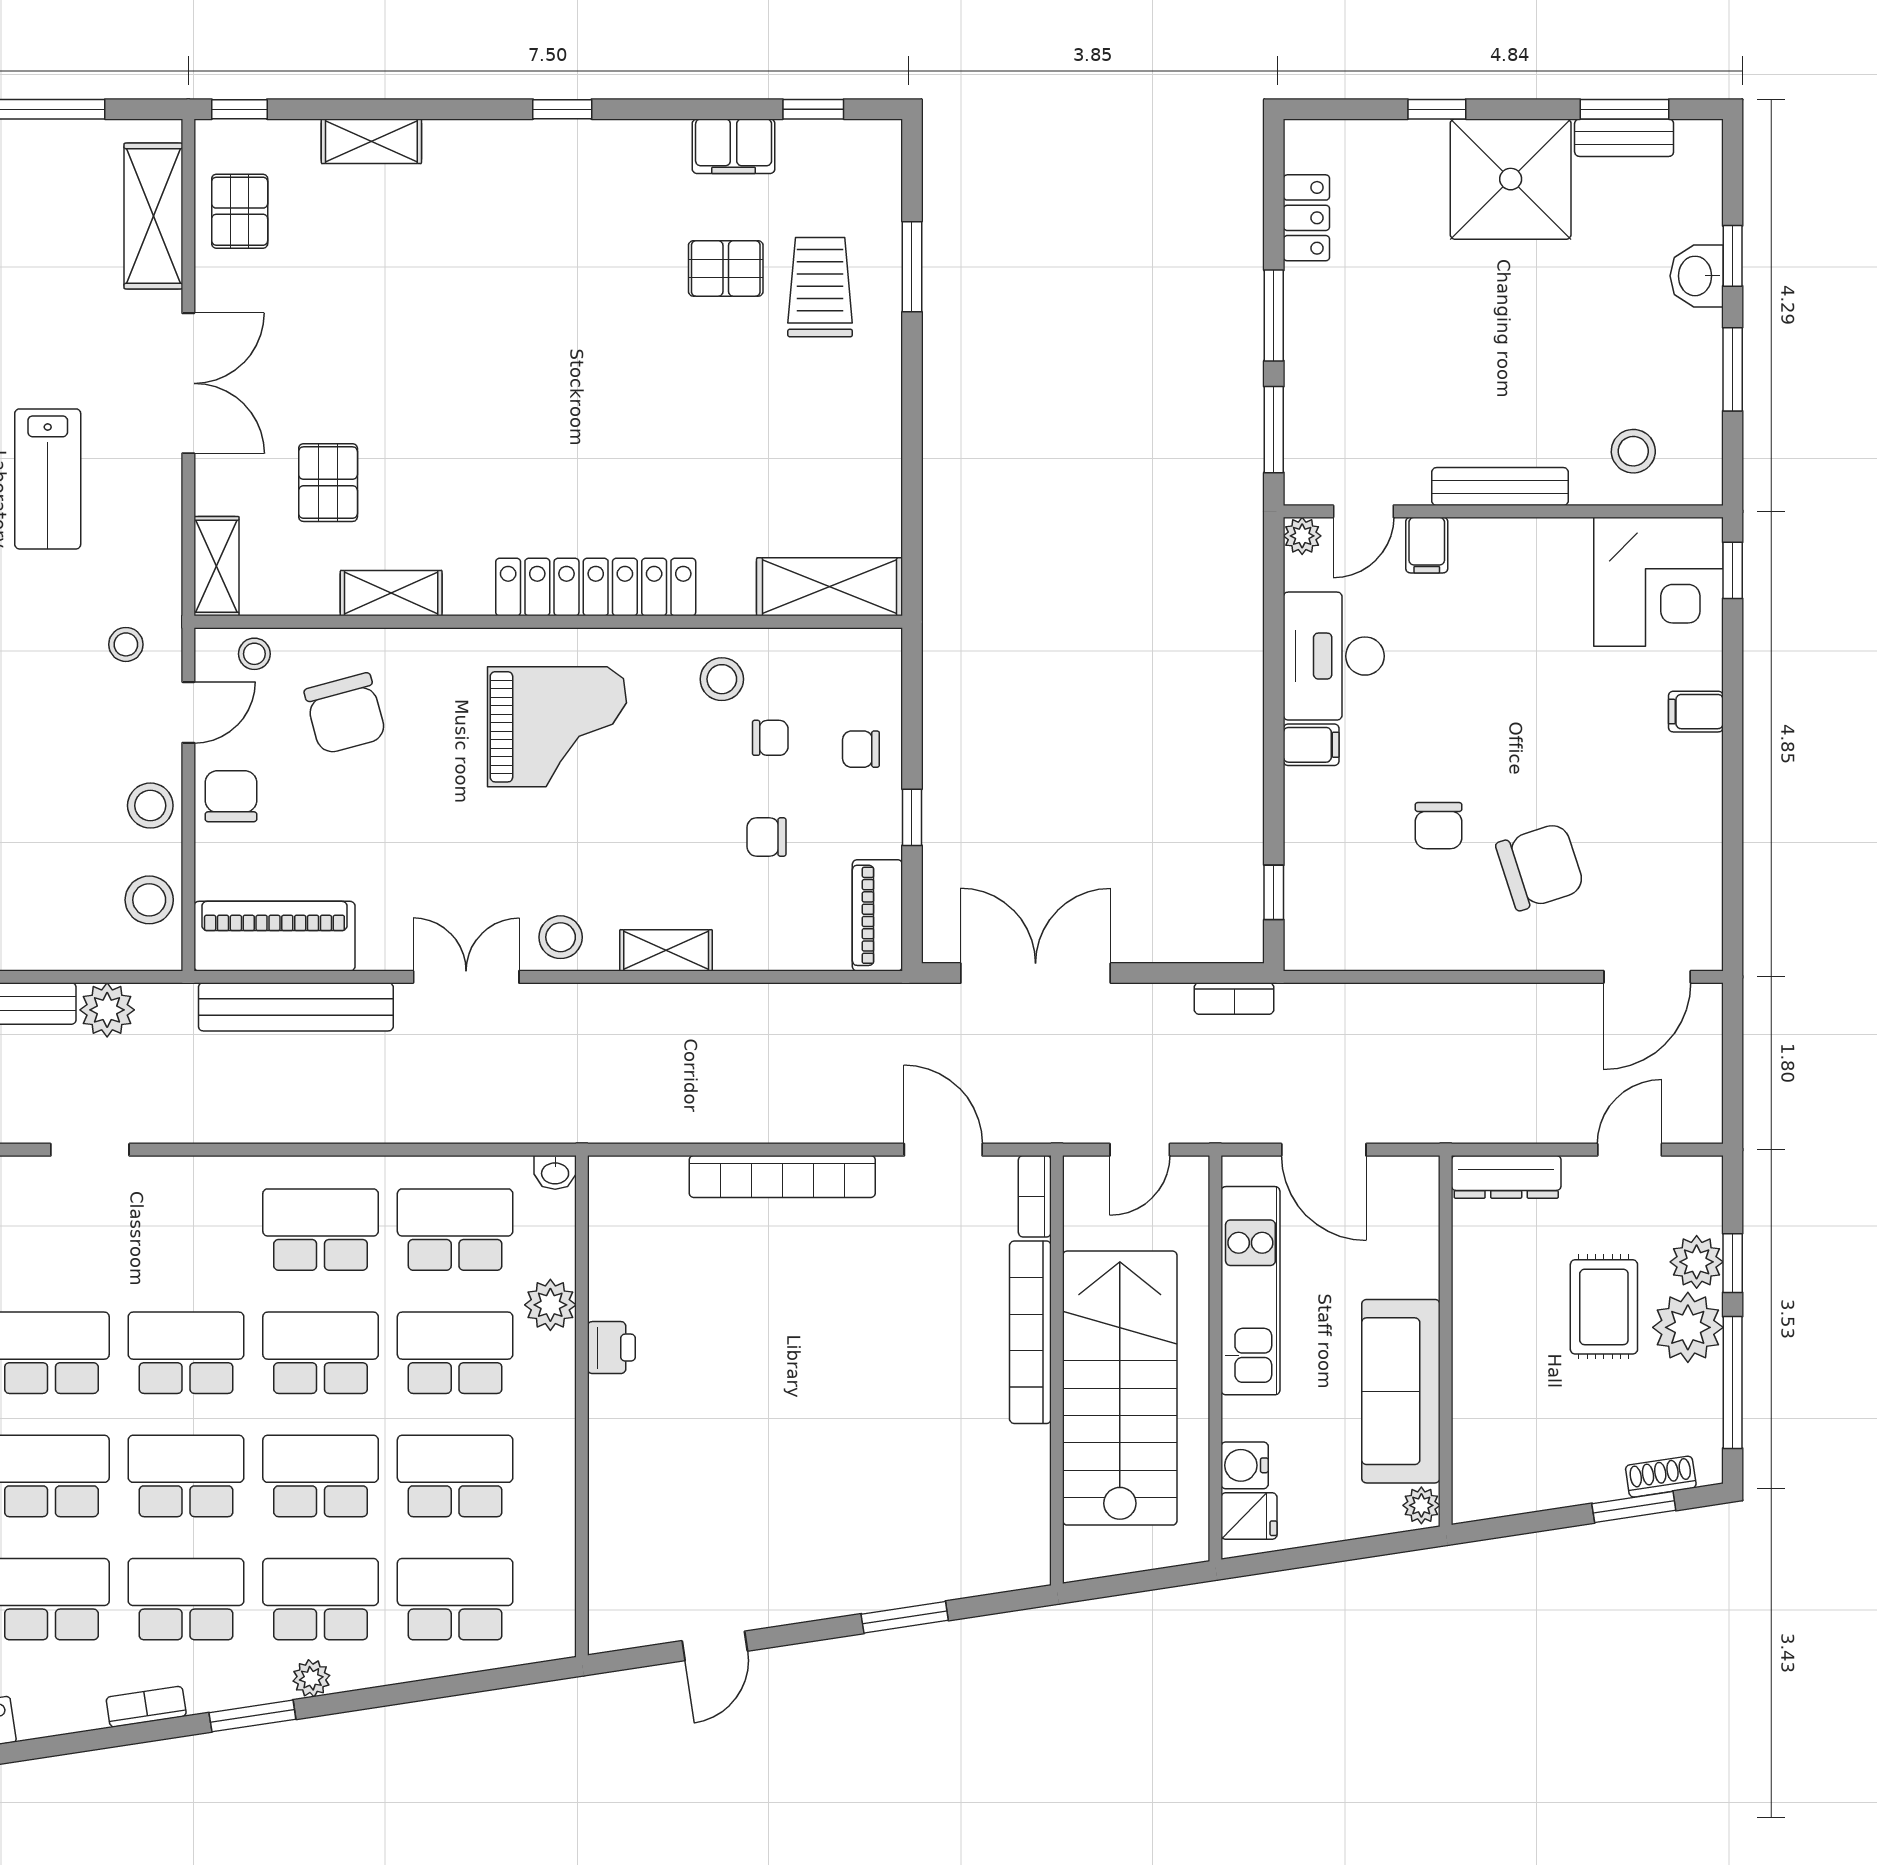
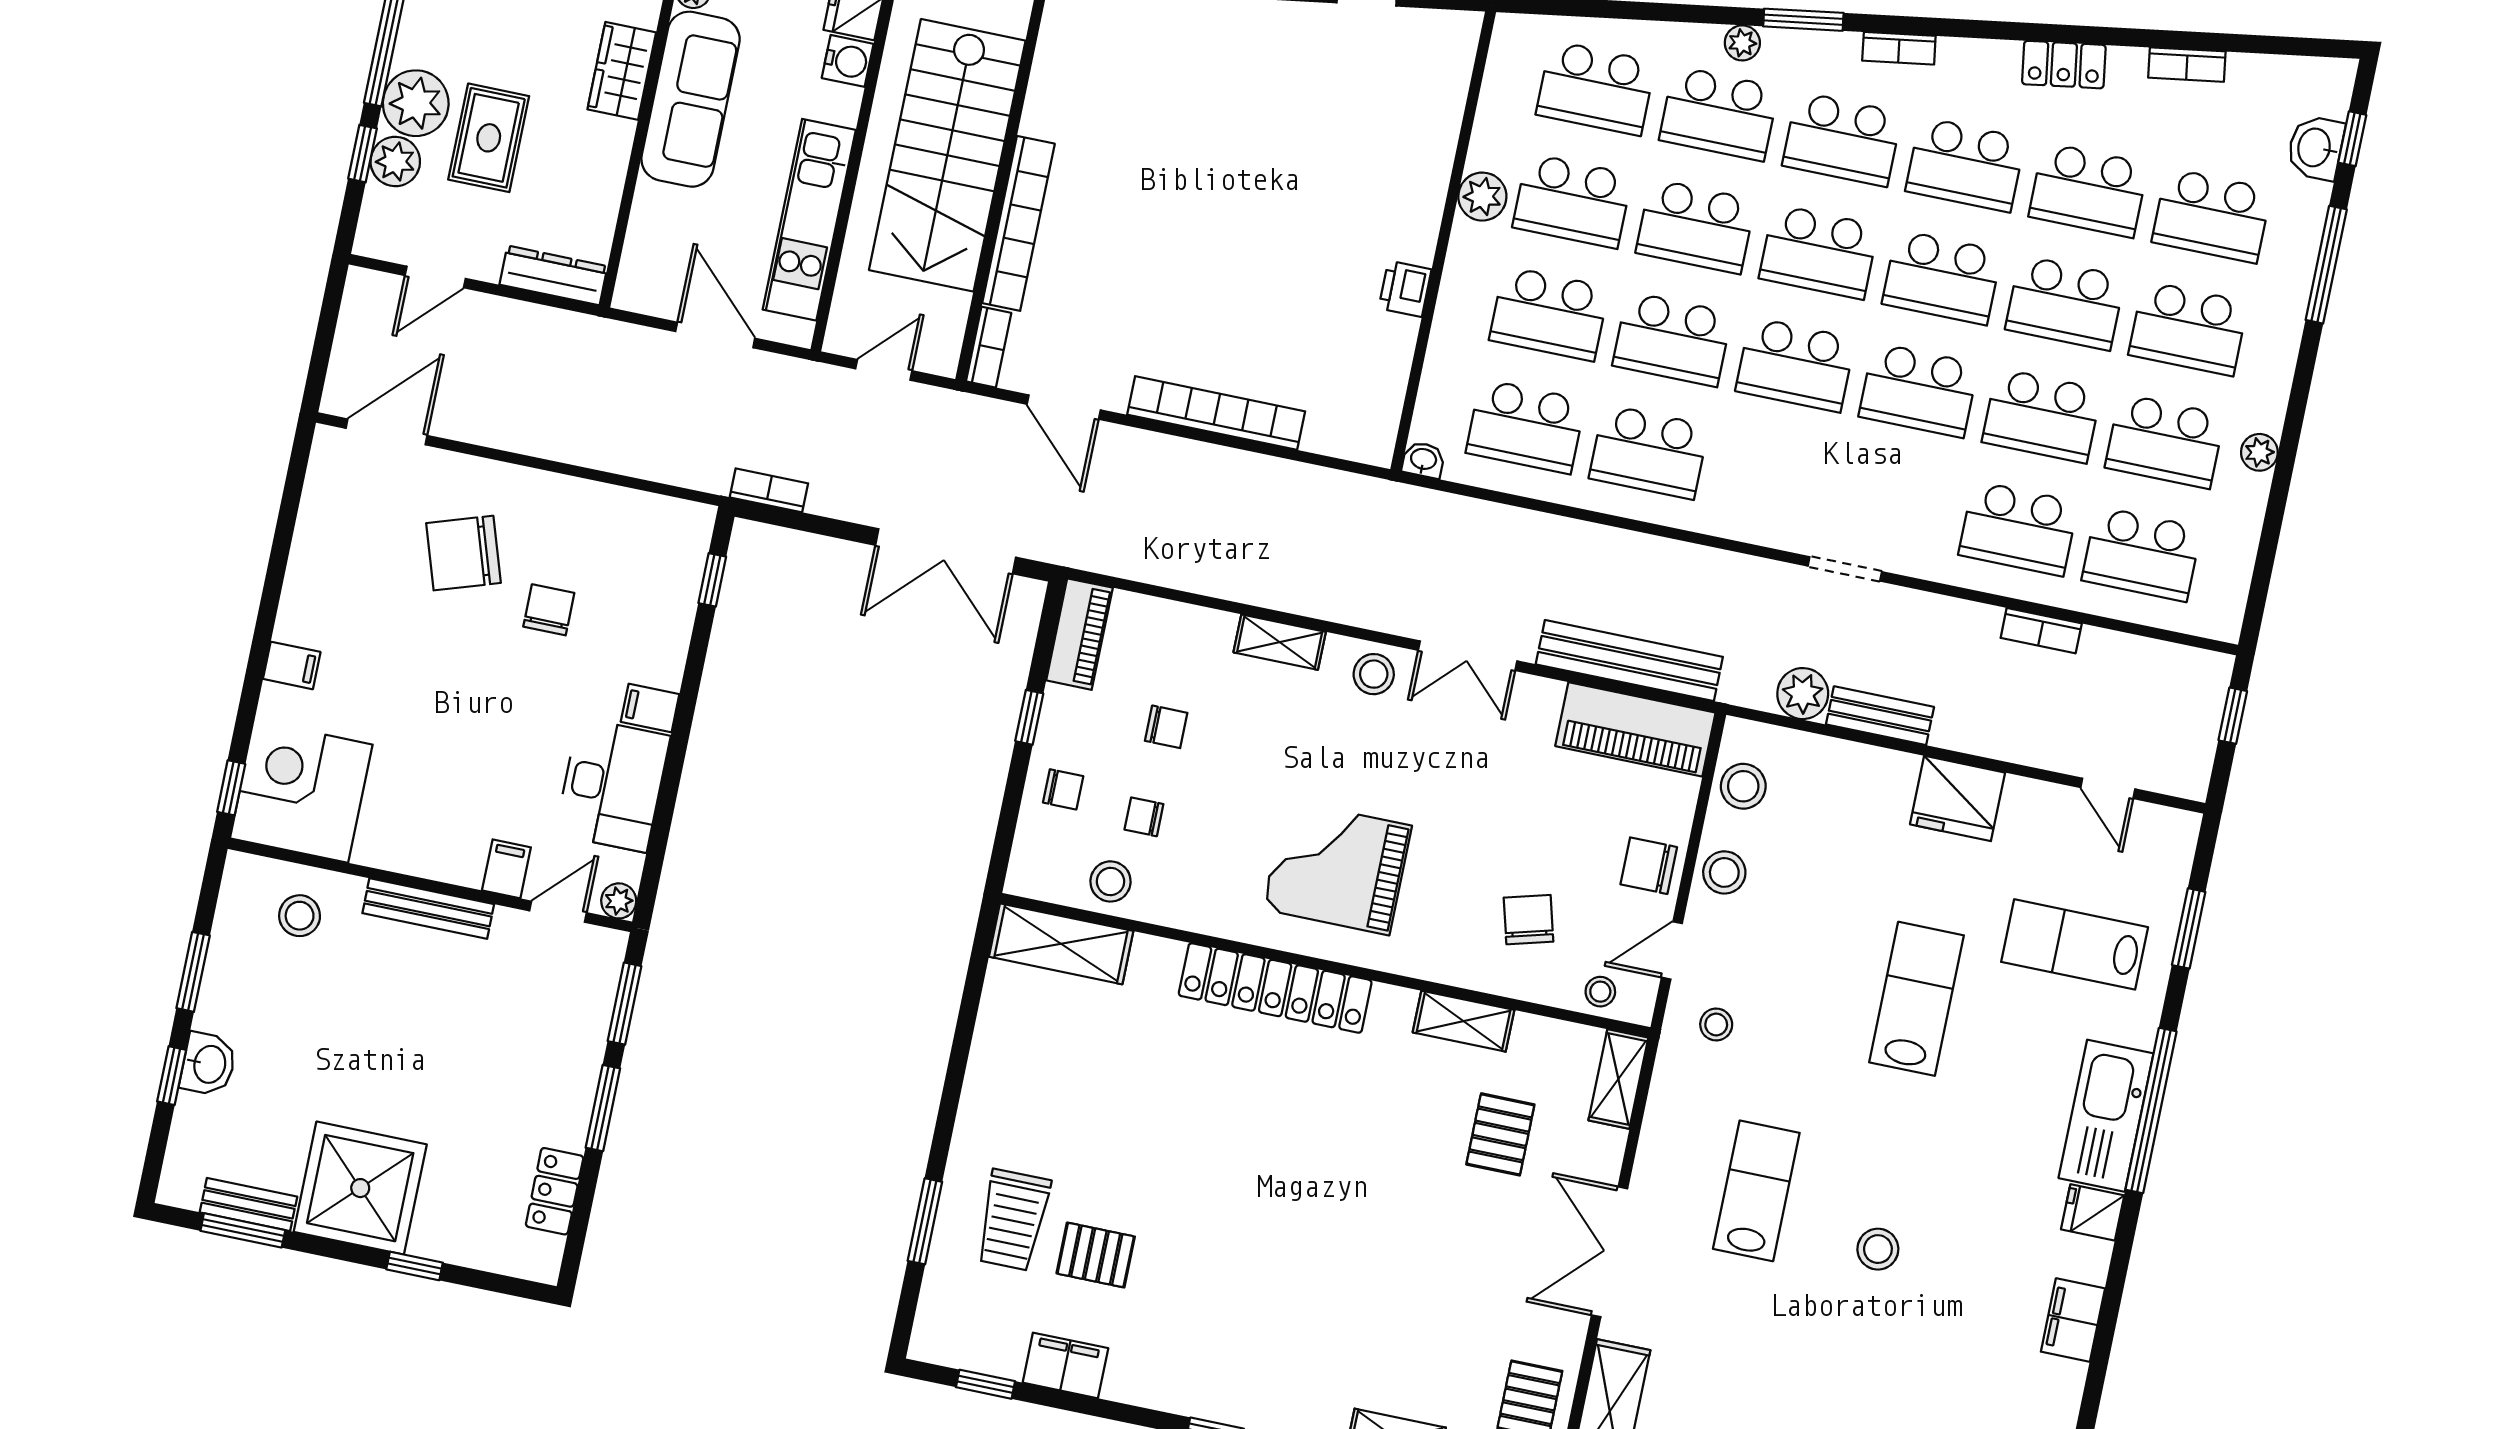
stool: (722, 679) -> (1110, 881), moved
chair: (345, 714) -> (1528, 920), width x0.73, depth x0.73
chair: (231, 796) -> (1649, 866), turned 90
plant: (550, 1305) -> (1482, 197), moved
wardrobe: (1479, 1406) -> (622, 71), added

